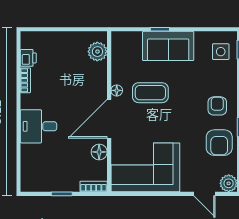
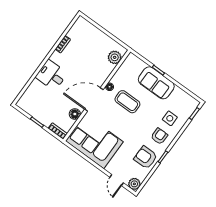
side table: (221, 52) -> (170, 118), moved
printer: (28, 58) -> (73, 33), removed
armchair: (219, 143) -> (146, 157), turned 90

